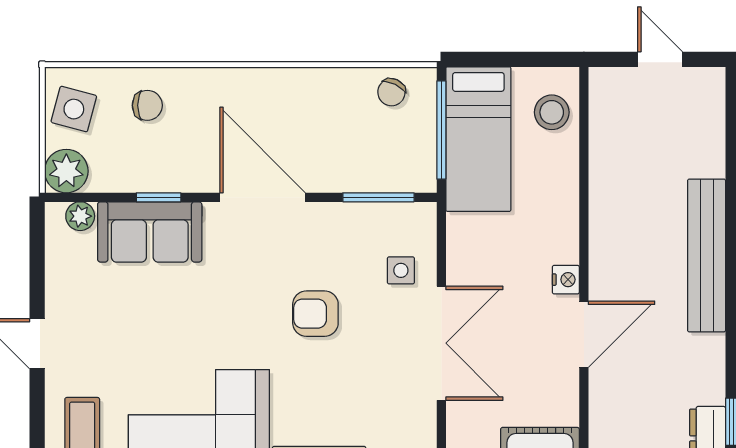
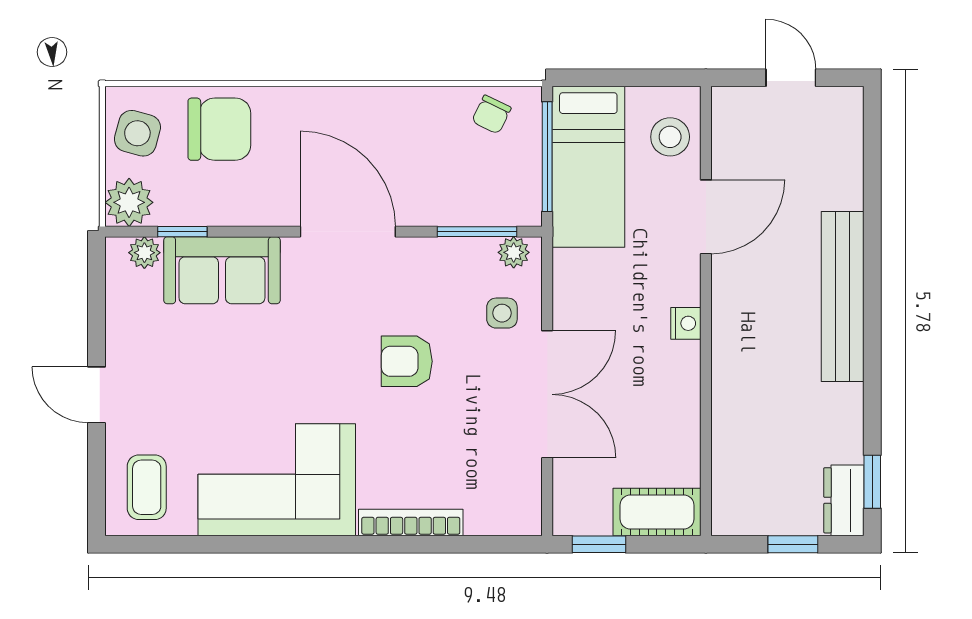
chair: (147, 105) -> (219, 129), width x1.87, depth x1.87
window: (159, 197) -> (182, 232), moved
plant: (411, 216) -> (514, 252), added
door: (584, 334) -> (706, 217), moved

